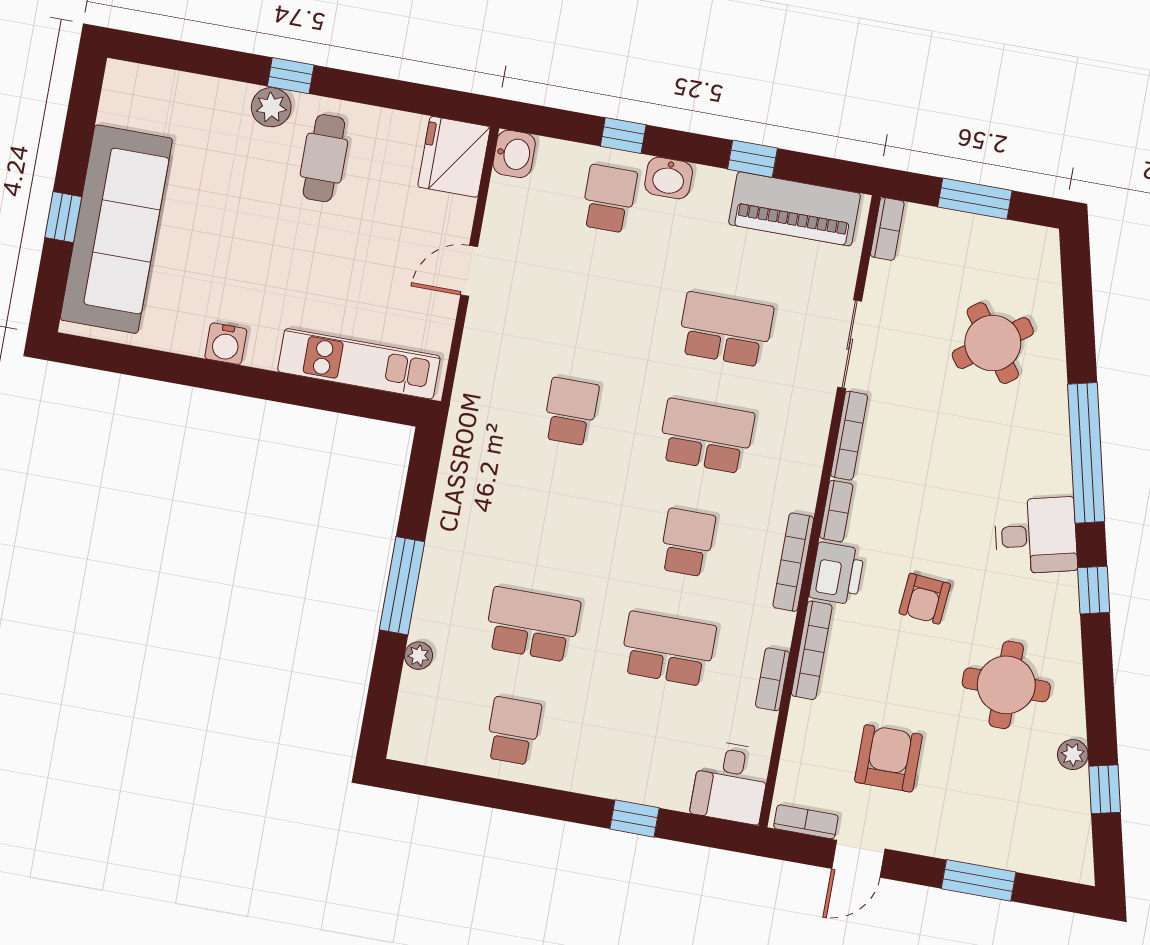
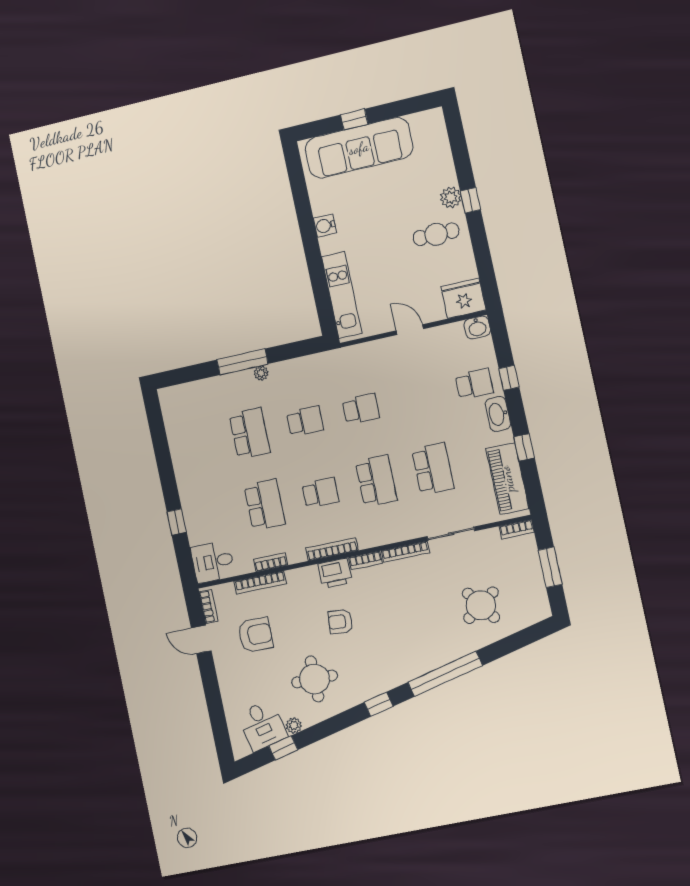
washbasin: (669, 178) -> (498, 414), width x1.38
desk: (1036, 536) -> (262, 725), moved
bookcase: (812, 650) -> (260, 582), moved
plant: (419, 656) -> (261, 373), moved
school desk: (513, 731) -> (305, 421), moved
window: (979, 880) -> (214, 703), removed

